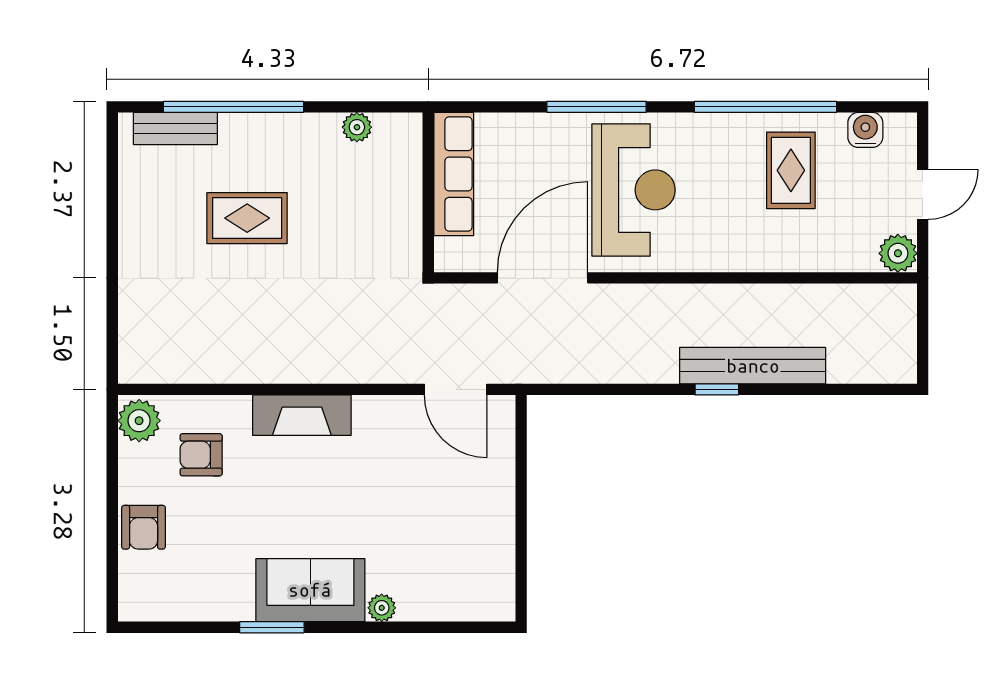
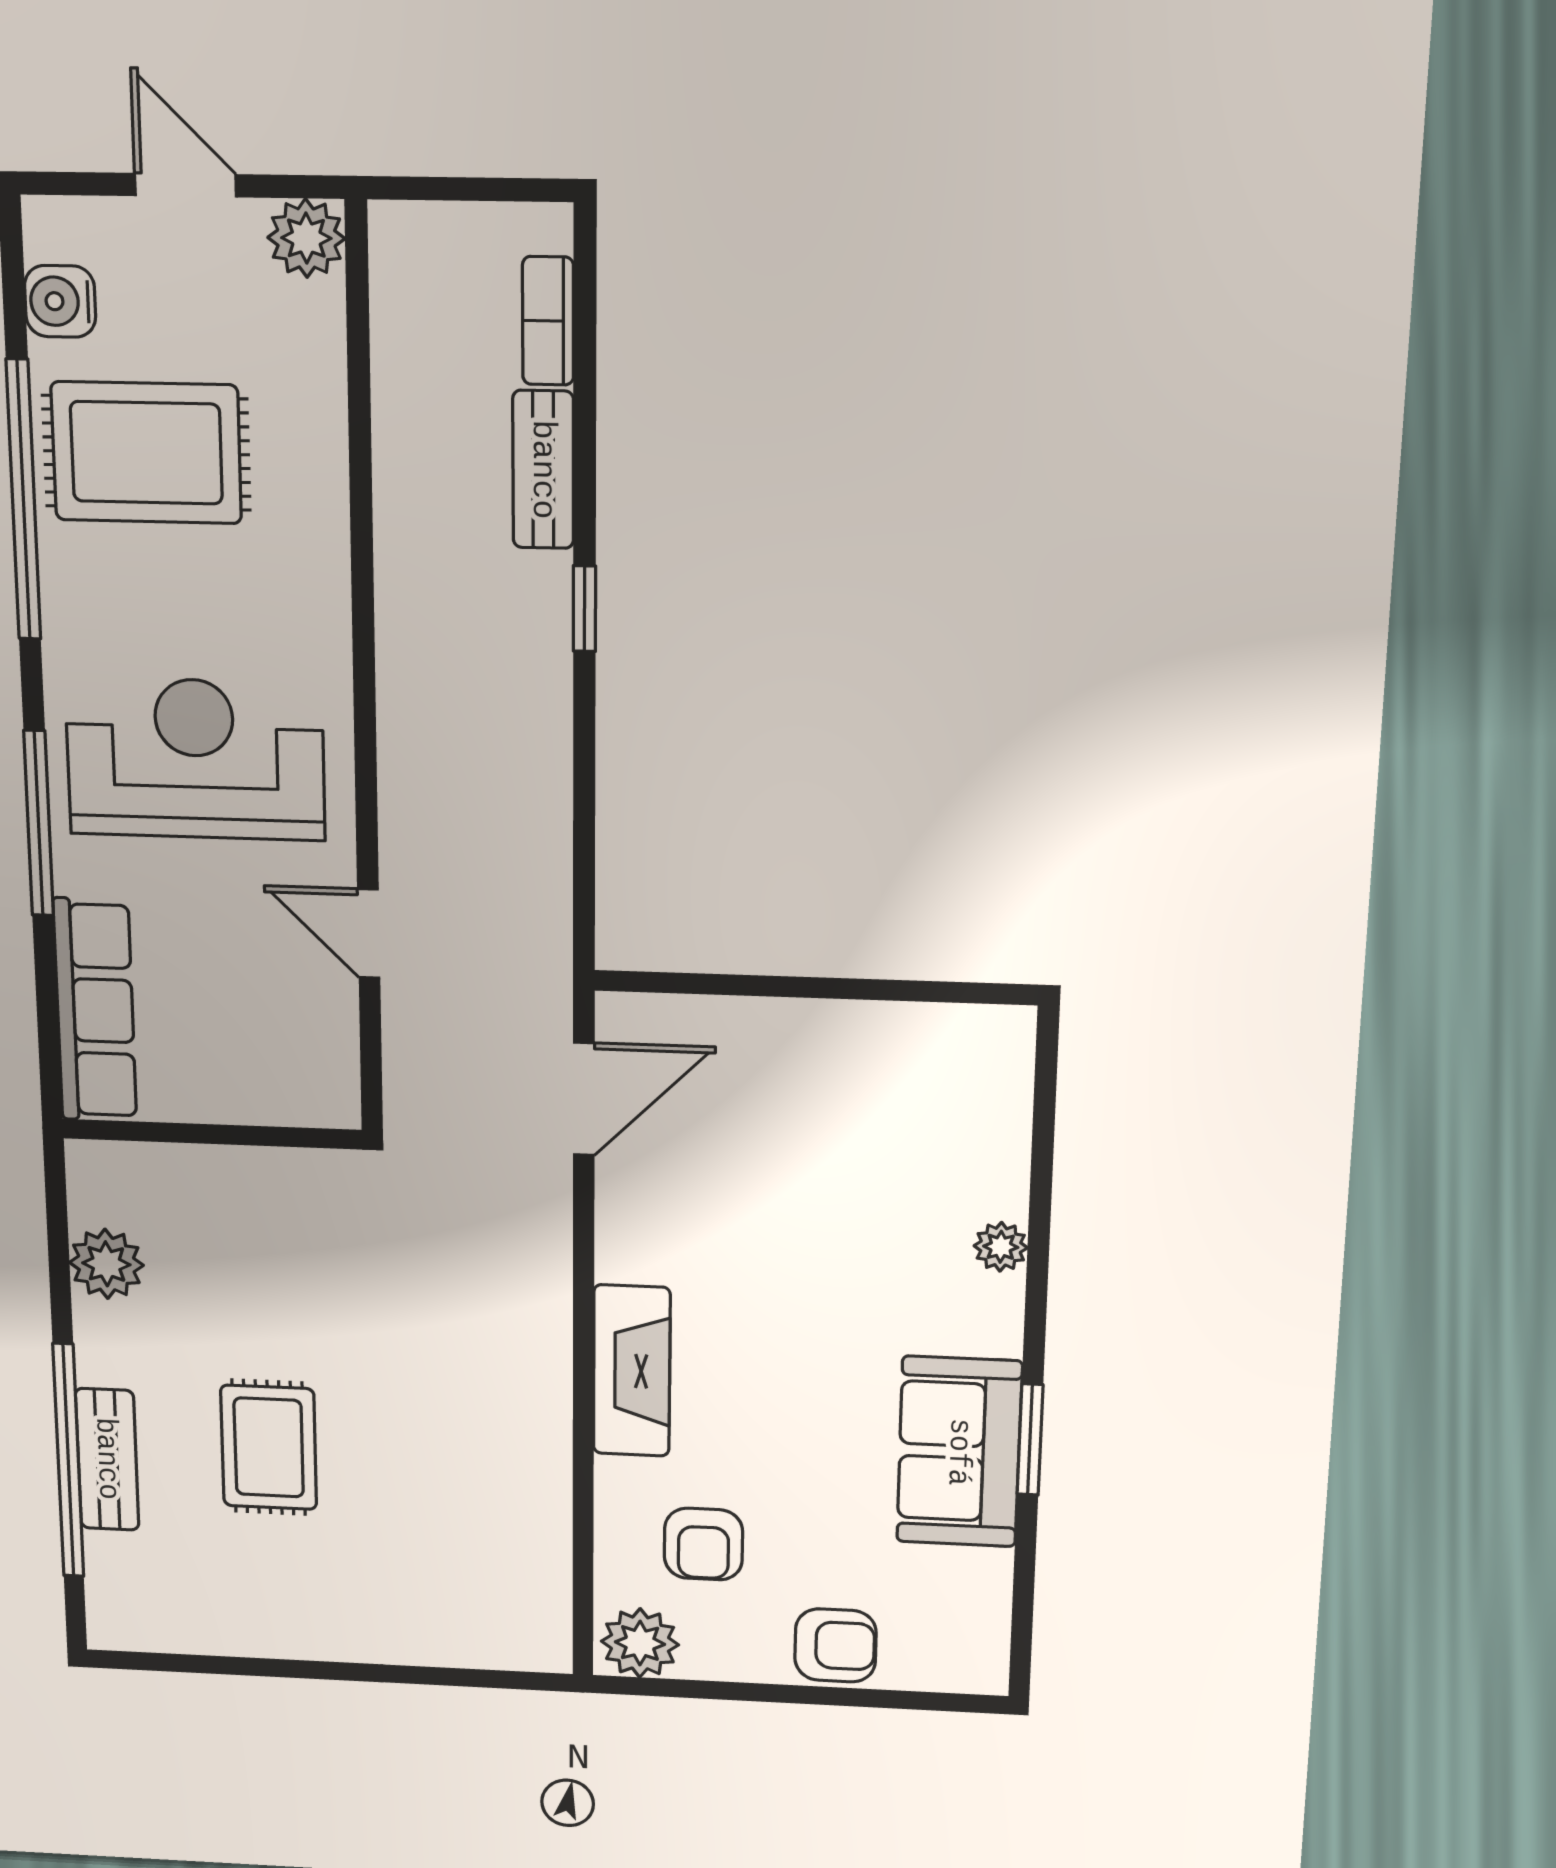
plant: (357, 127) -> (106, 1264), width x1.38, depth x1.38
bench: (175, 129) -> (107, 1459), moved
rug: (791, 170) -> (146, 453), width x1.36, depth x1.43
row of seats: (454, 174) -> (95, 1010), moved, turned 90
door: (543, 278) -> (369, 934), width x0.53
bench: (753, 366) -> (543, 470), width x0.54, depth x0.82
bookcase: (860, 371) -> (548, 321), added
sofa: (310, 590) -> (959, 1452), moved

